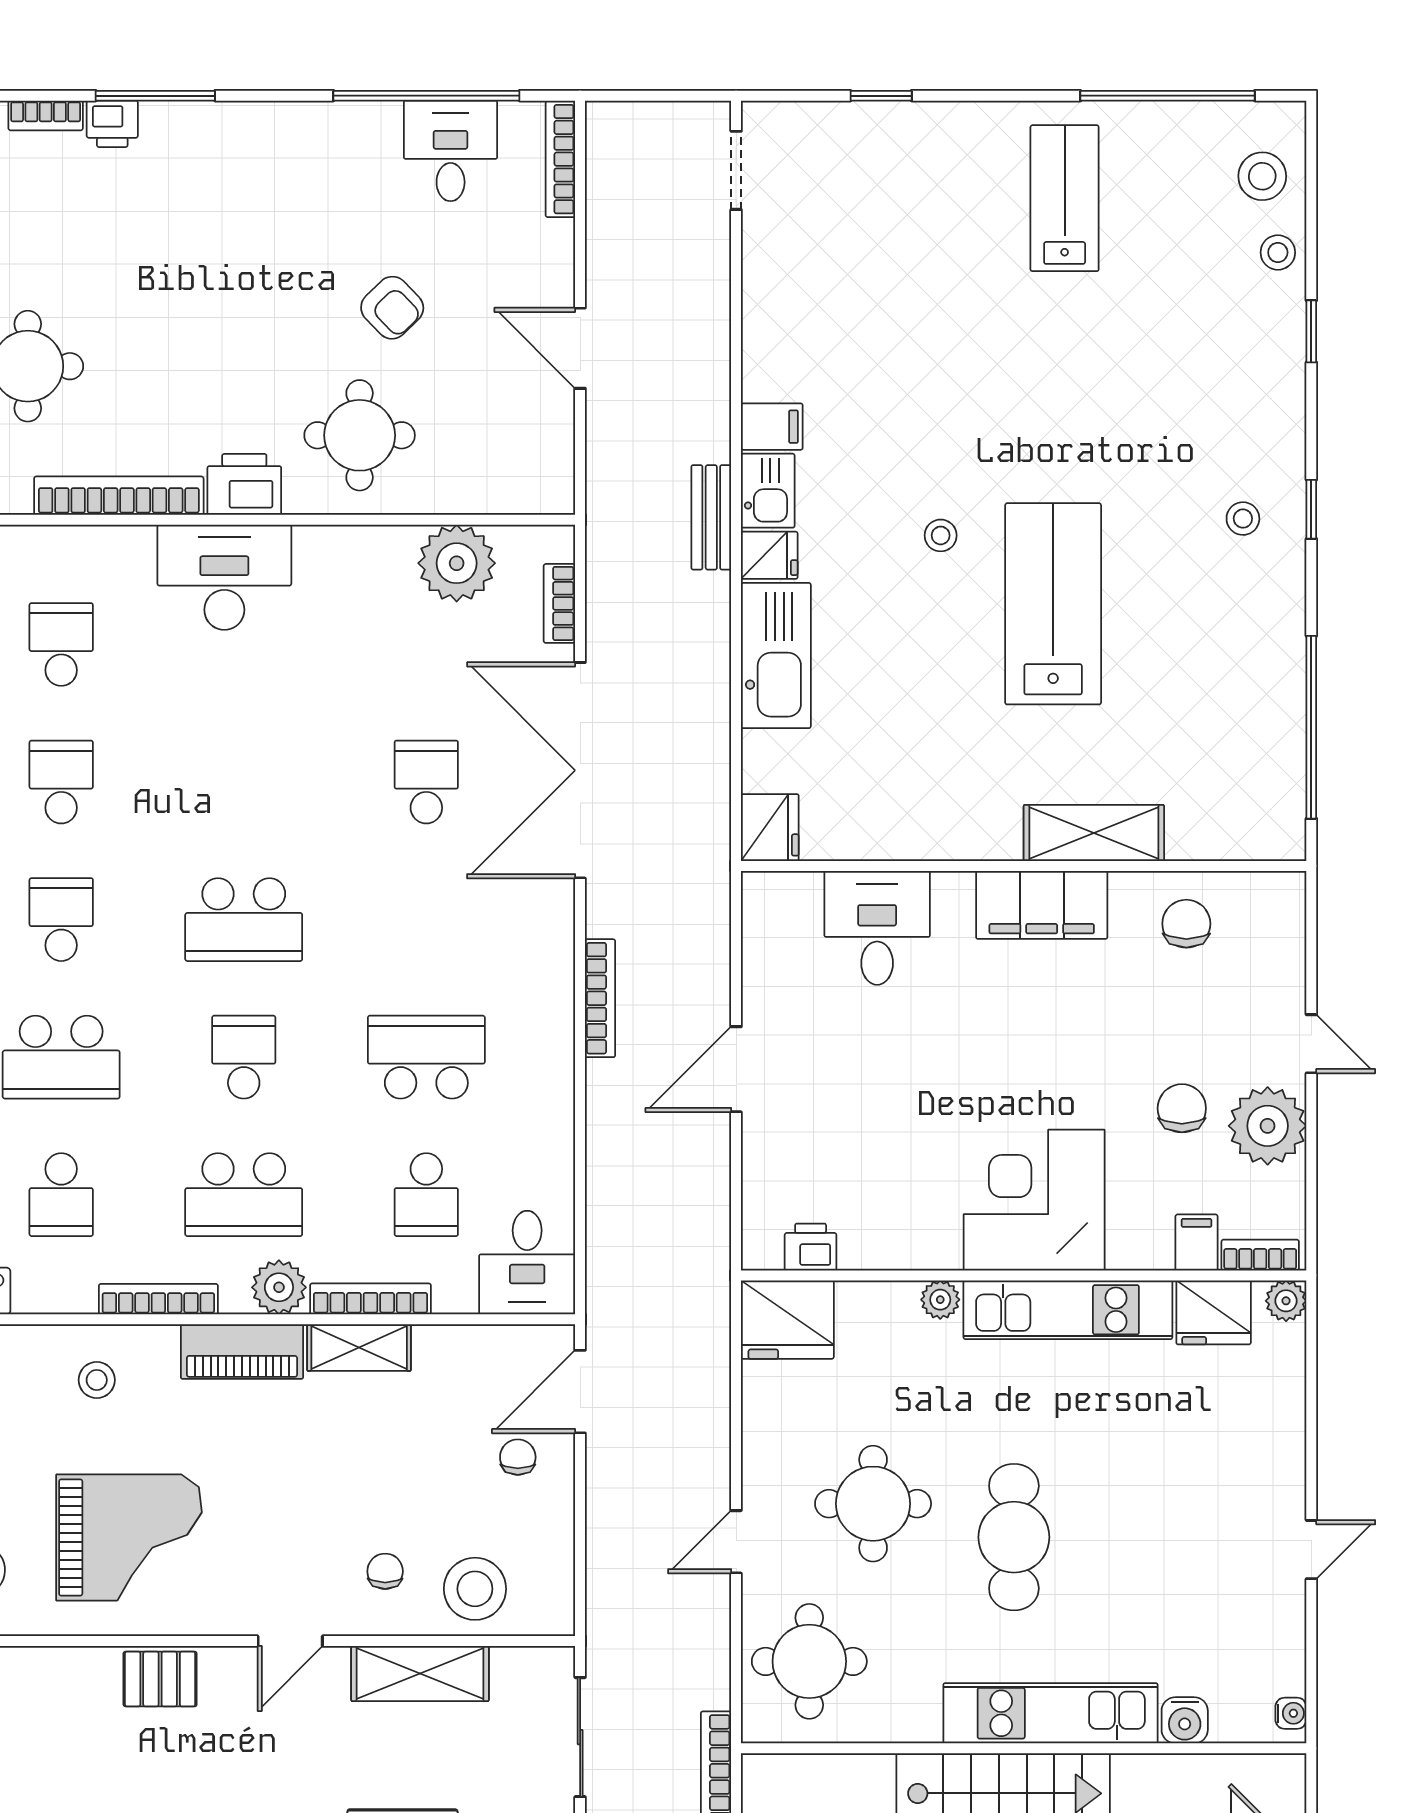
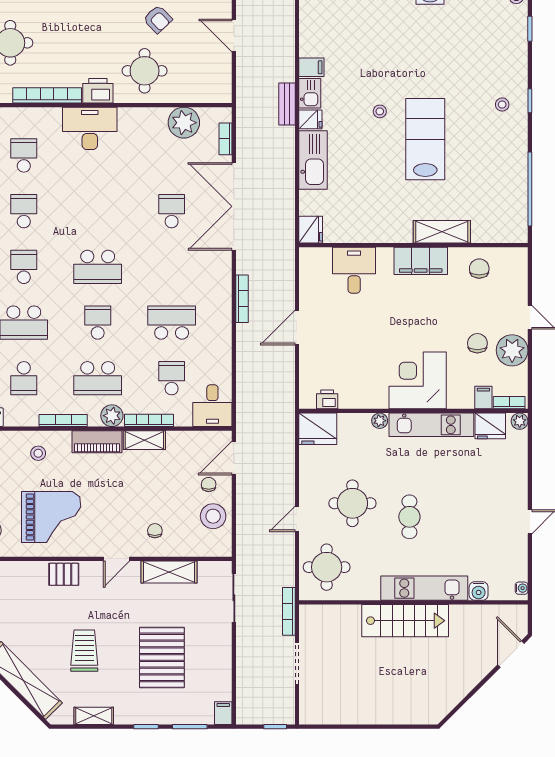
school desk: (426, 1195) -> (172, 378), turned 180
cafe table: (1014, 1537) -> (409, 517), width x0.73, depth x0.74
stool: (475, 1589) -> (213, 516), moved

